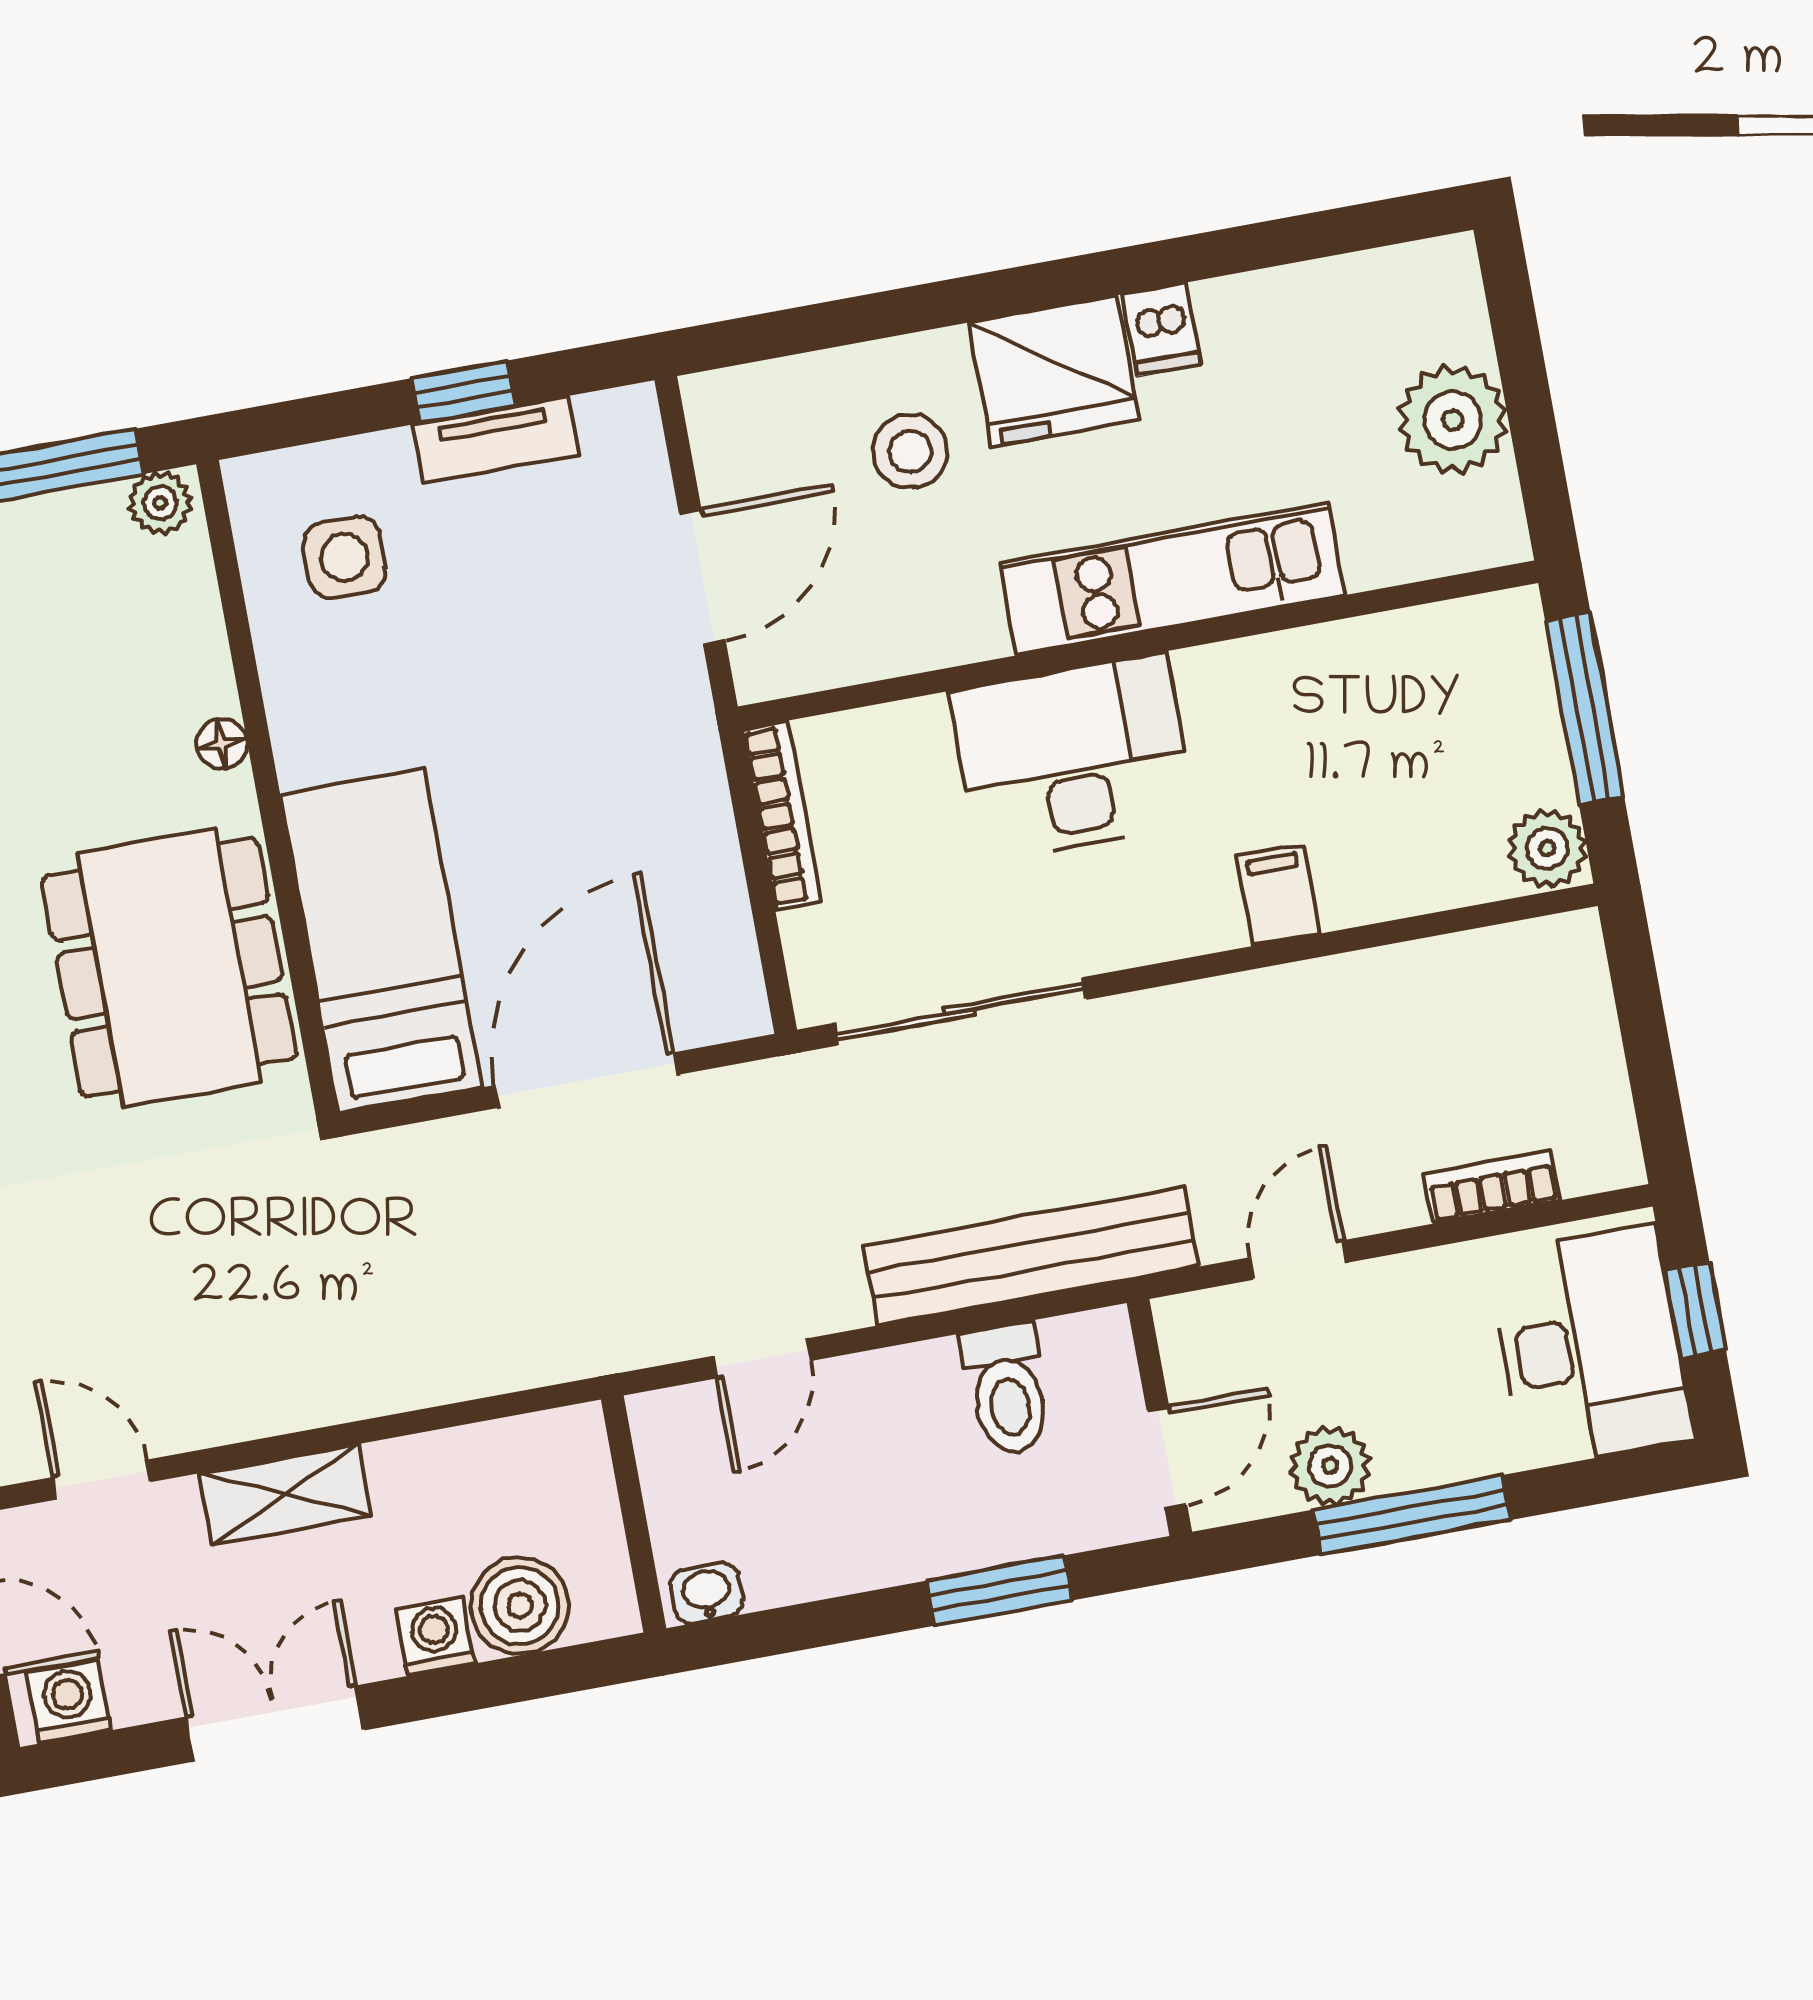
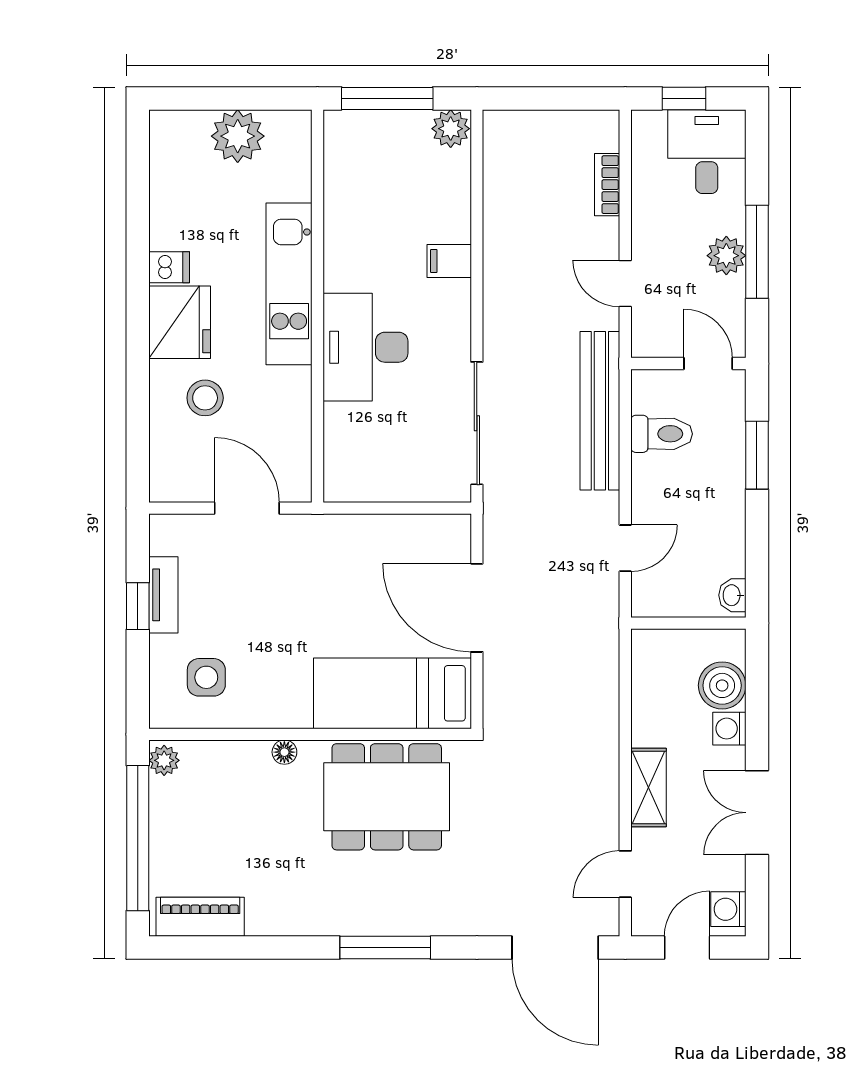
bookcase: (782, 815) -> (368, 491), removed
desk: (1591, 1347) -> (707, 152), width x0.73
door: (762, 1358) -> (625, 548), hinge flipped
plant: (1330, 1466) -> (726, 256), moved

